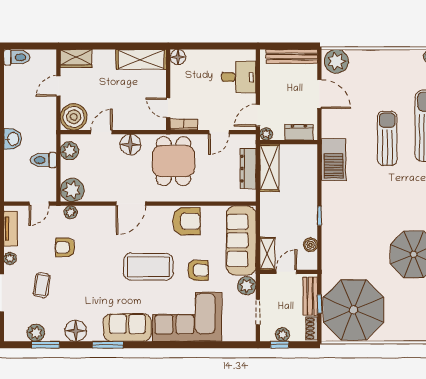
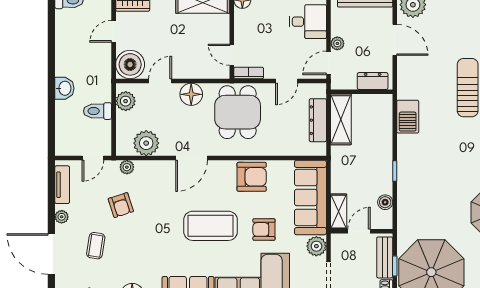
plant: (266, 134) -> (337, 43), moved
barbecue: (334, 160) -> (408, 117), width x0.73, depth x0.83
plant: (72, 190) -> (146, 143), moved
armchair: (65, 247) -> (121, 205), turned -108
armchair: (198, 270) -> (264, 229), turned 180

